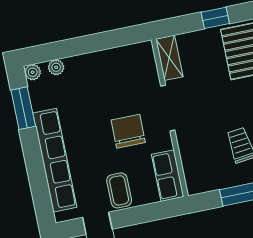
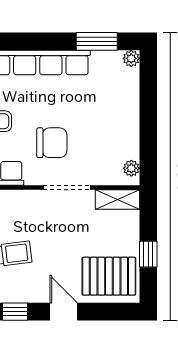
plant: (56, 67) -> (131, 168), moved

